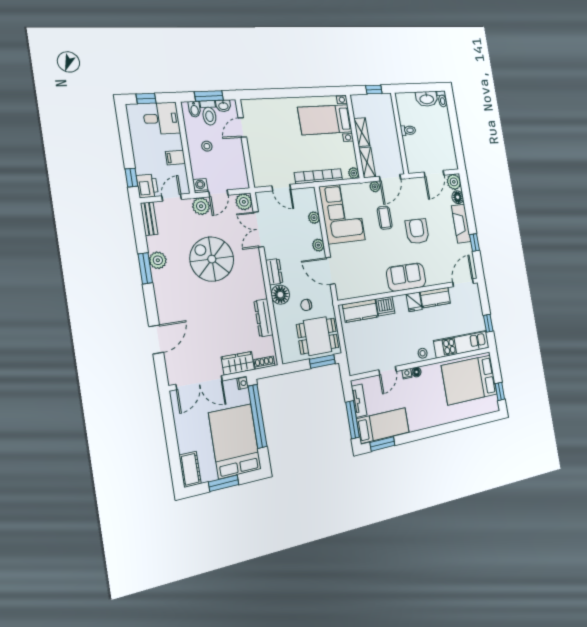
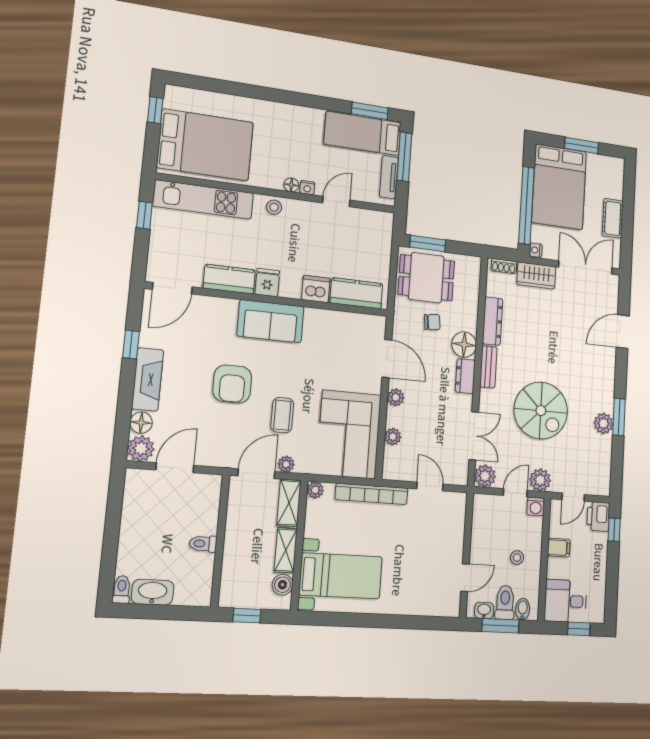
boiler: (358, 110) -> (282, 585), added
bench: (149, 219) -> (488, 367), moved
cot: (190, 469) -> (613, 218), moved

